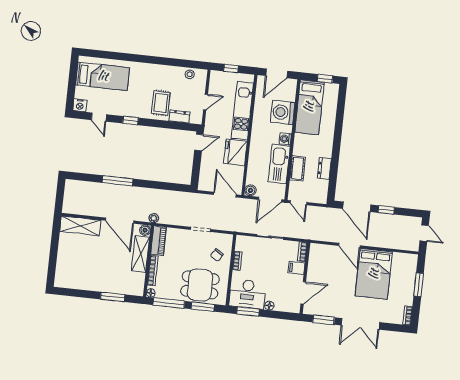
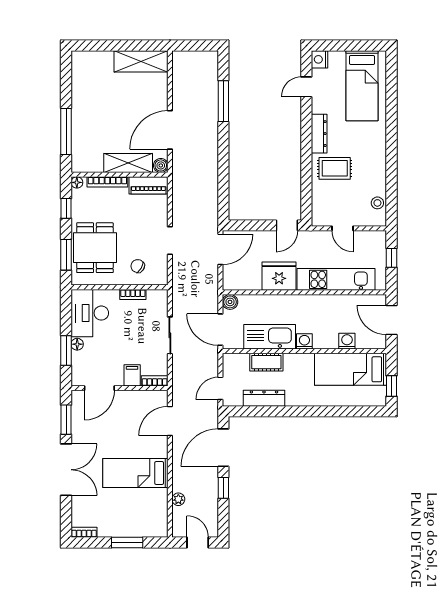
washing machine: (283, 112) -> (347, 341), width x0.53, depth x0.53
dresser: (180, 117) -> (319, 134), moved, width x1.44
window: (131, 121) -> (306, 130), removed
door: (199, 142) -> (287, 225), hinge flipped
dresser: (324, 168) -> (264, 398), width x1.44
window: (118, 181) -> (223, 101), moved
door: (225, 195) -> (220, 249), moved
door: (298, 203) -> (220, 388), moved
plant: (154, 218) -> (178, 499), moved
shelving: (80, 226) -> (141, 61), moved, turned 90
door: (424, 233) -> (198, 542), swing flipped
door: (349, 246) -> (170, 421), moved
bed: (374, 274) -> (135, 473), width x0.67
door: (303, 293) -> (99, 388), hinge flipped
window: (113, 297) -> (66, 132), width x1.44
window: (169, 303) -> (66, 208), width x0.46
window: (248, 312) -> (66, 350), moved
double door: (360, 324) -> (66, 470), swing flipped

